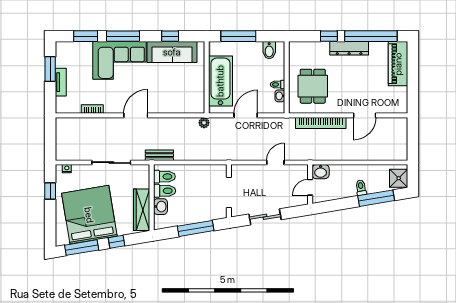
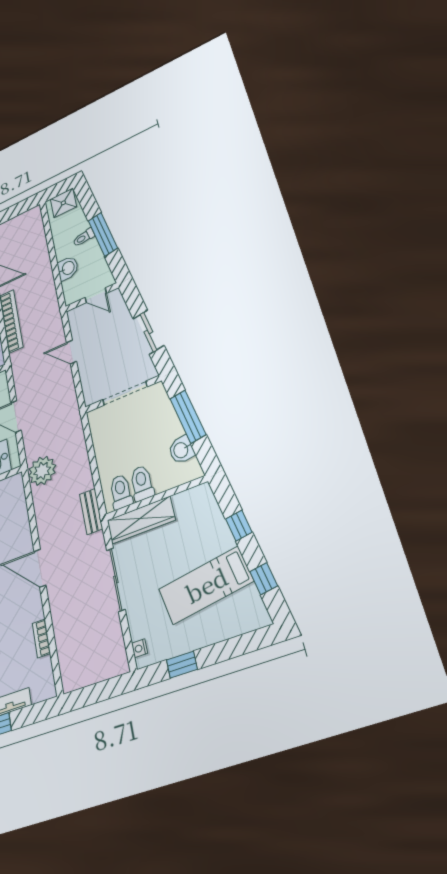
plant: (204, 123) -> (42, 471), width x1.88, depth x1.88
washbasin: (321, 172) -> (68, 268), moved
window: (376, 198) -> (103, 234), moved
washbasin: (160, 207) -> (181, 450), moved, turned -100
wardrobe: (142, 210) -> (141, 520), moved
bed: (89, 215) -> (206, 585), width x0.49
window: (82, 248) -> (264, 579), width x0.46

